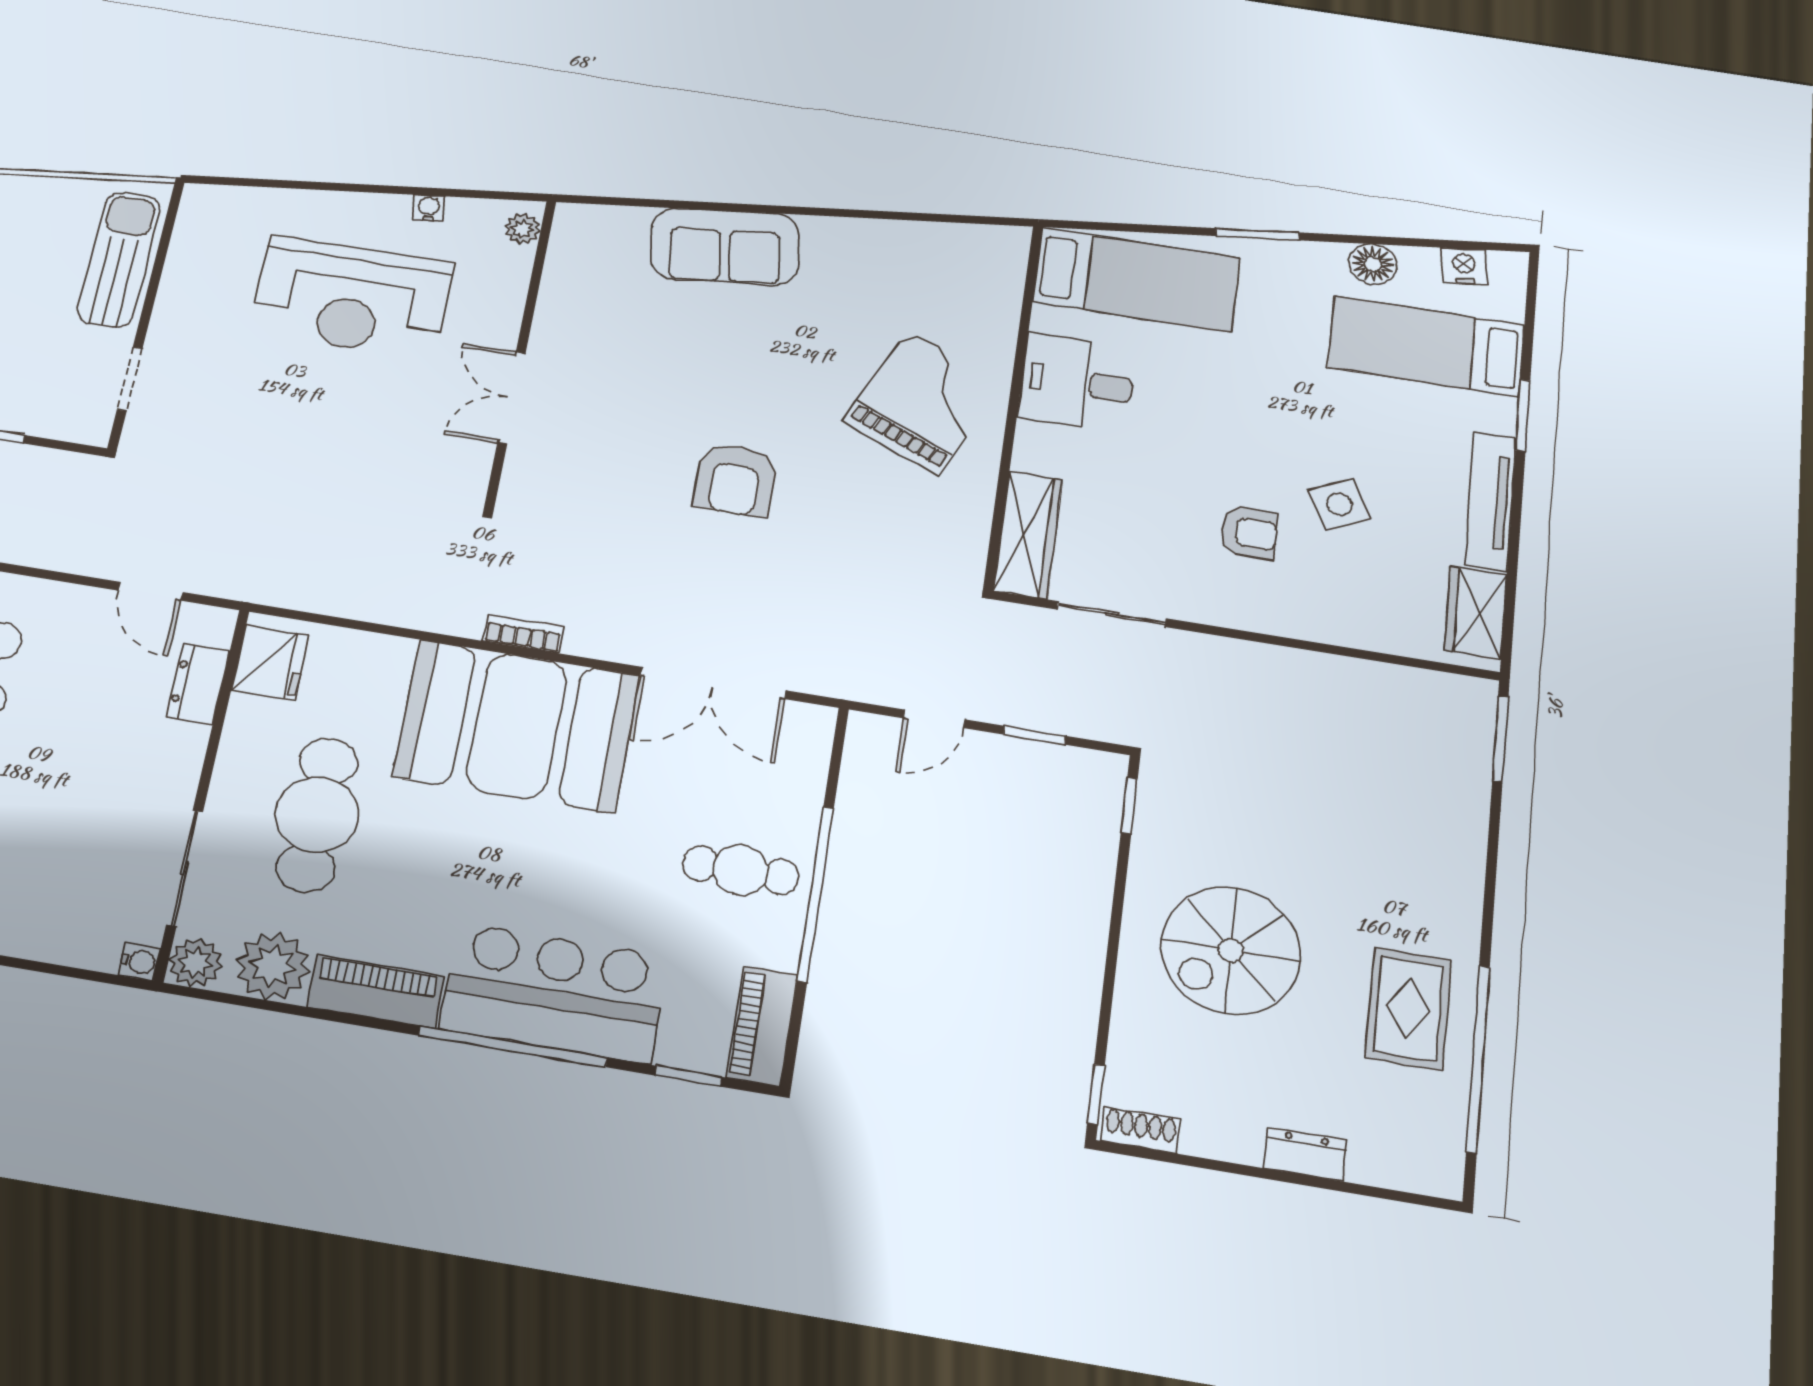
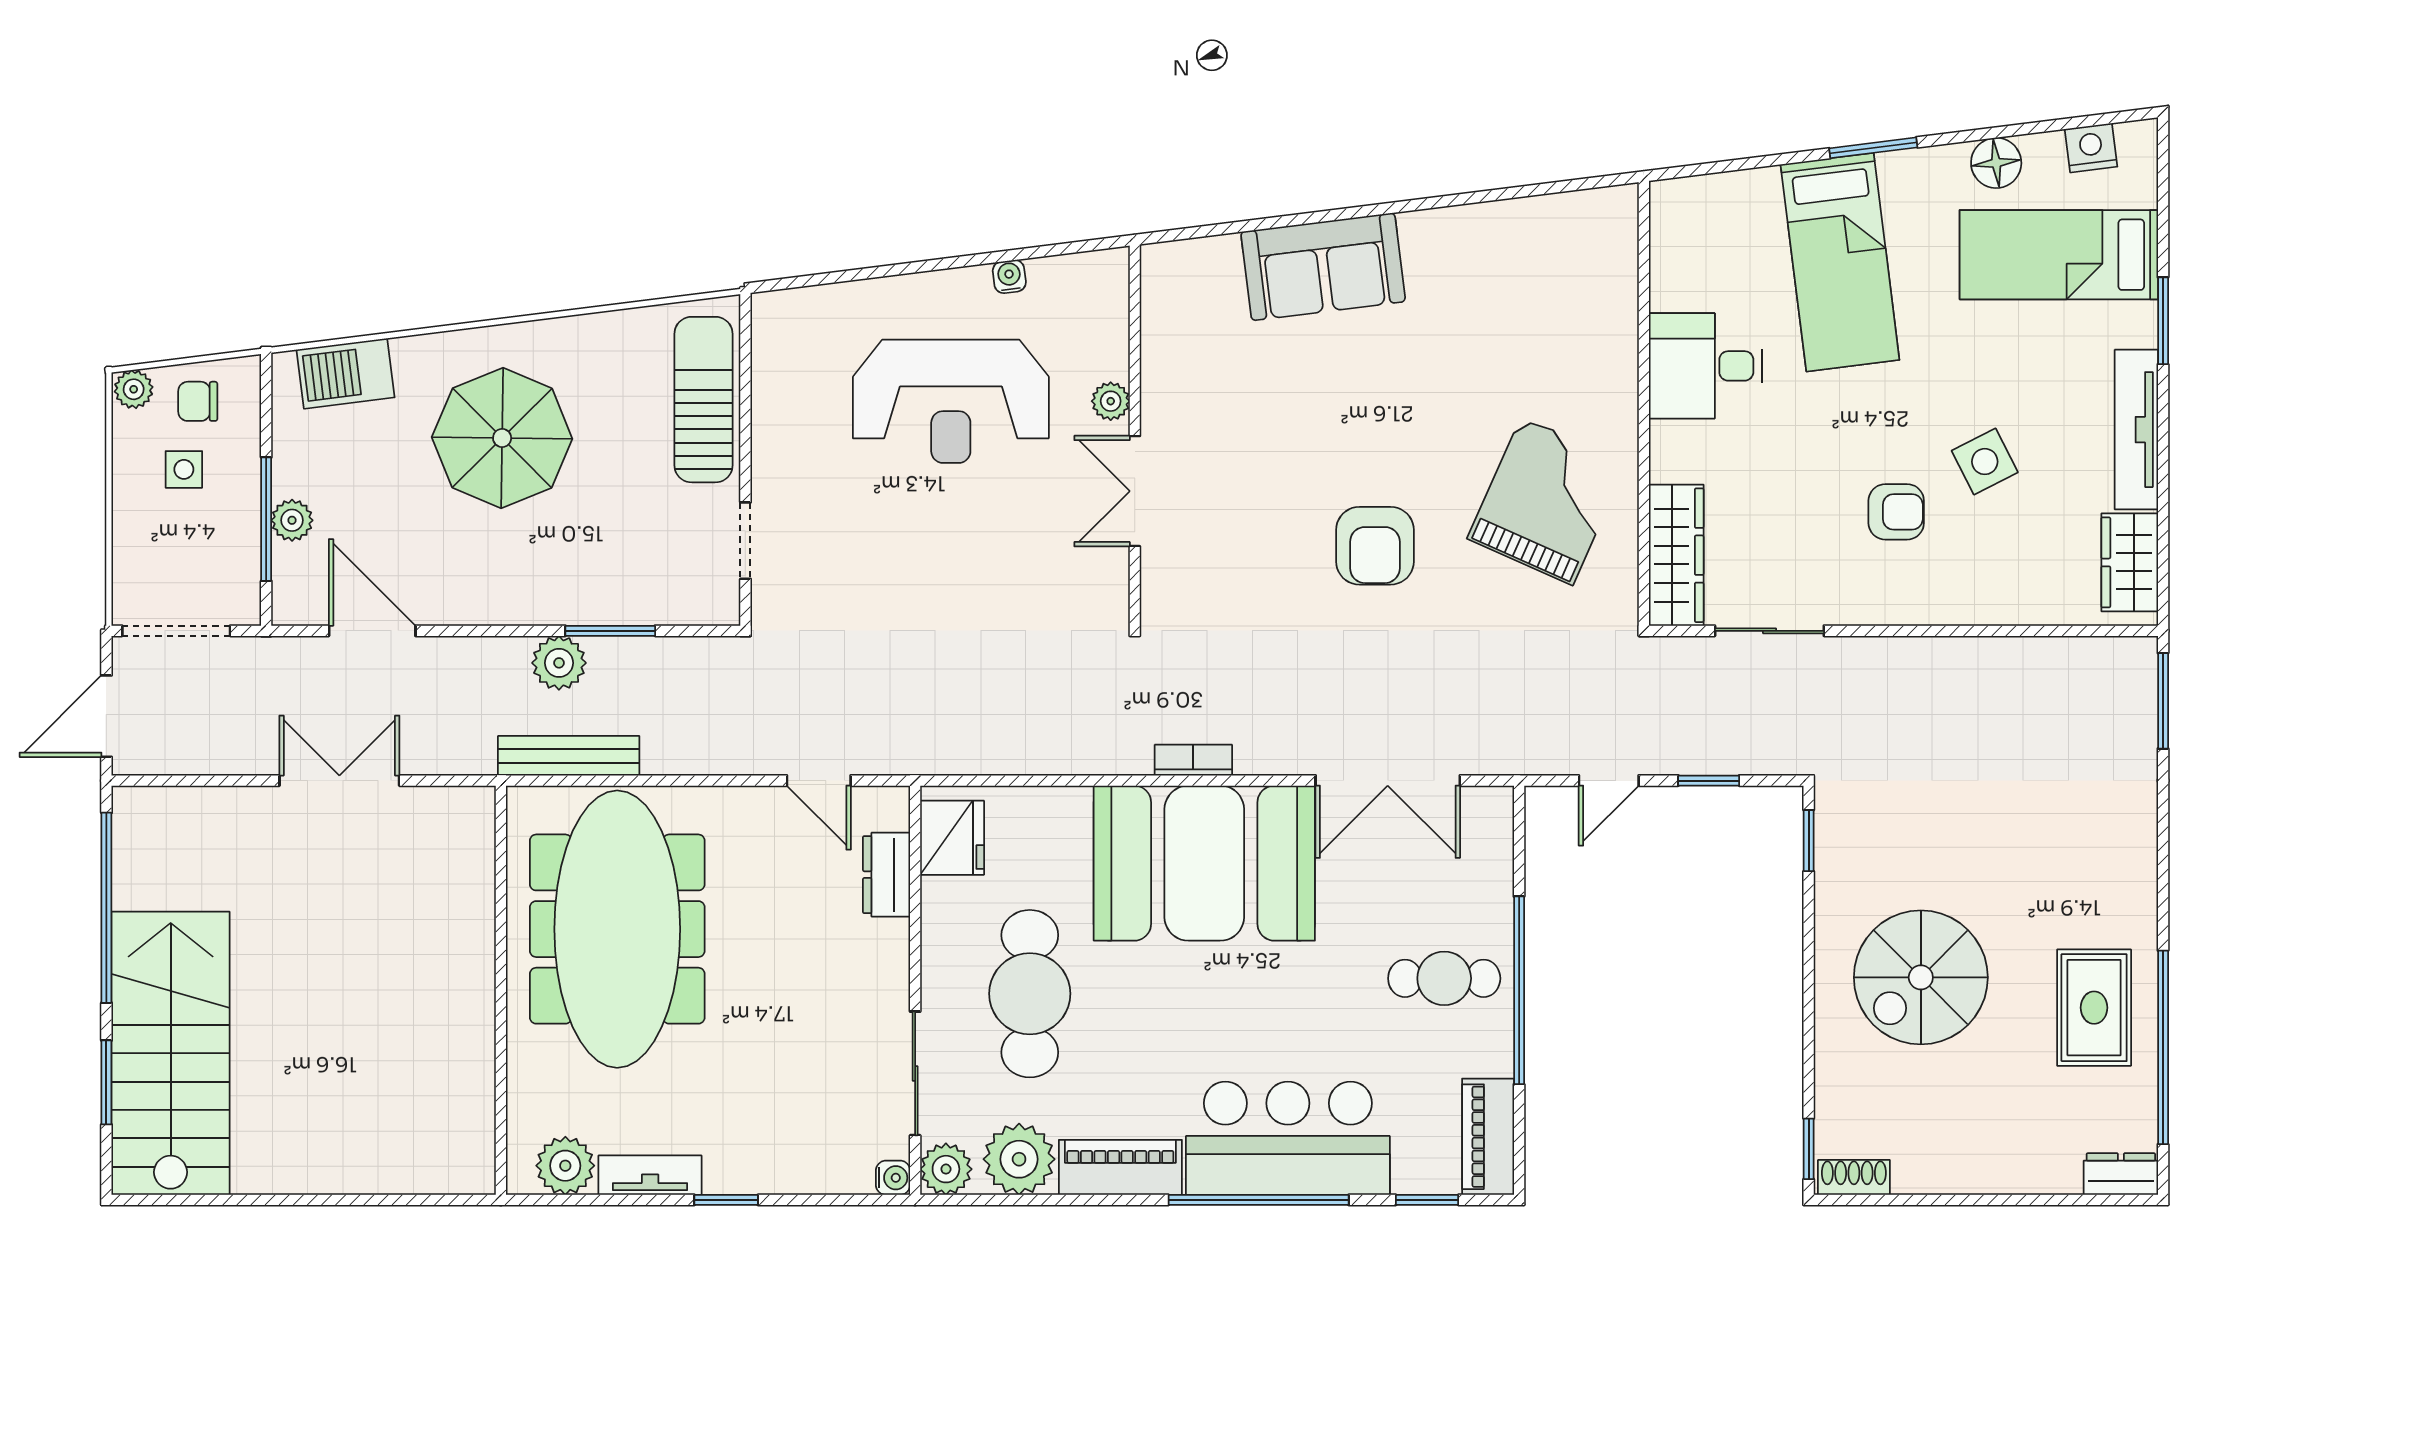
plant: (522, 229) -> (1111, 401), moved
bed: (1137, 280) -> (1840, 262), moved, turned 83
grand piano: (923, 402) -> (1547, 501), moved
dresser: (1305, 1154) -> (2121, 1174), moved

